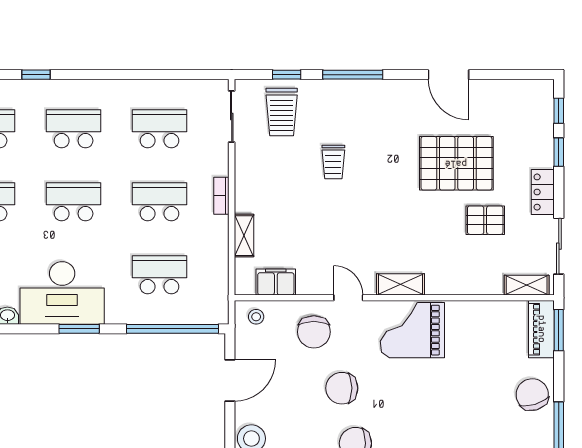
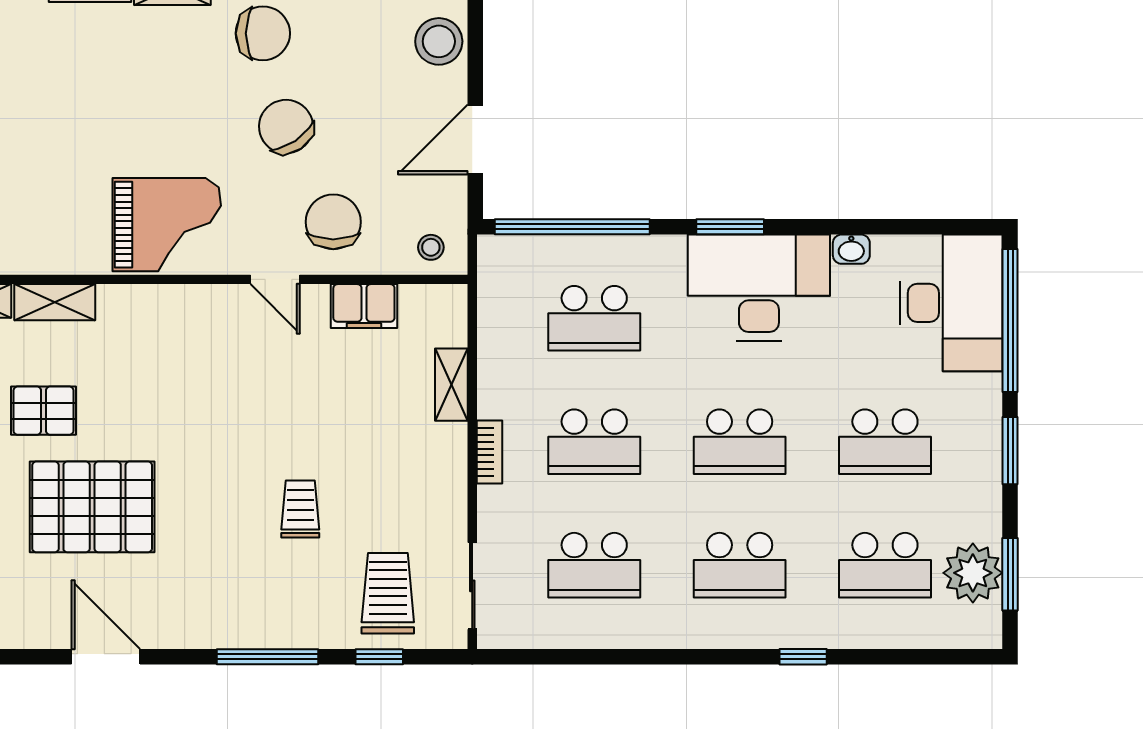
filing cabinet: (276, 282) -> (364, 306), moved
shelving: (400, 284) -> (55, 302), moved
chair: (342, 388) -> (286, 127), turned -124

